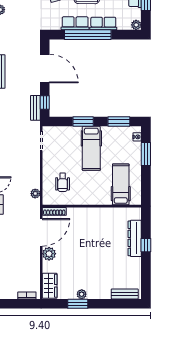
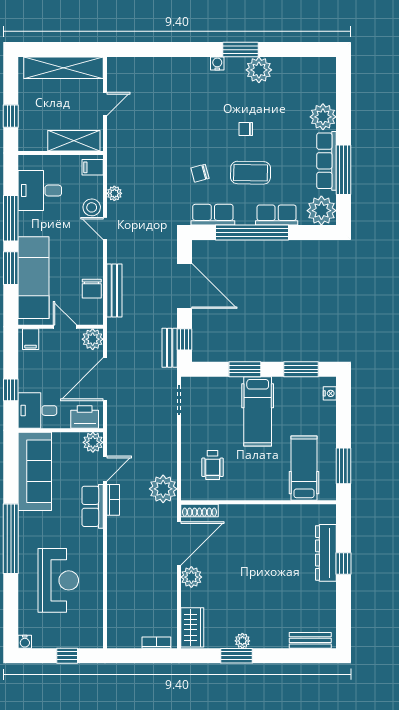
row of seats: (75, 23) -> (213, 215), moved
plant: (136, 25) -> (321, 211), width x1.88, depth x1.88
window: (146, 154) -> (343, 466), moved
plant: (35, 194) -> (163, 489), width x1.88, depth x1.88

